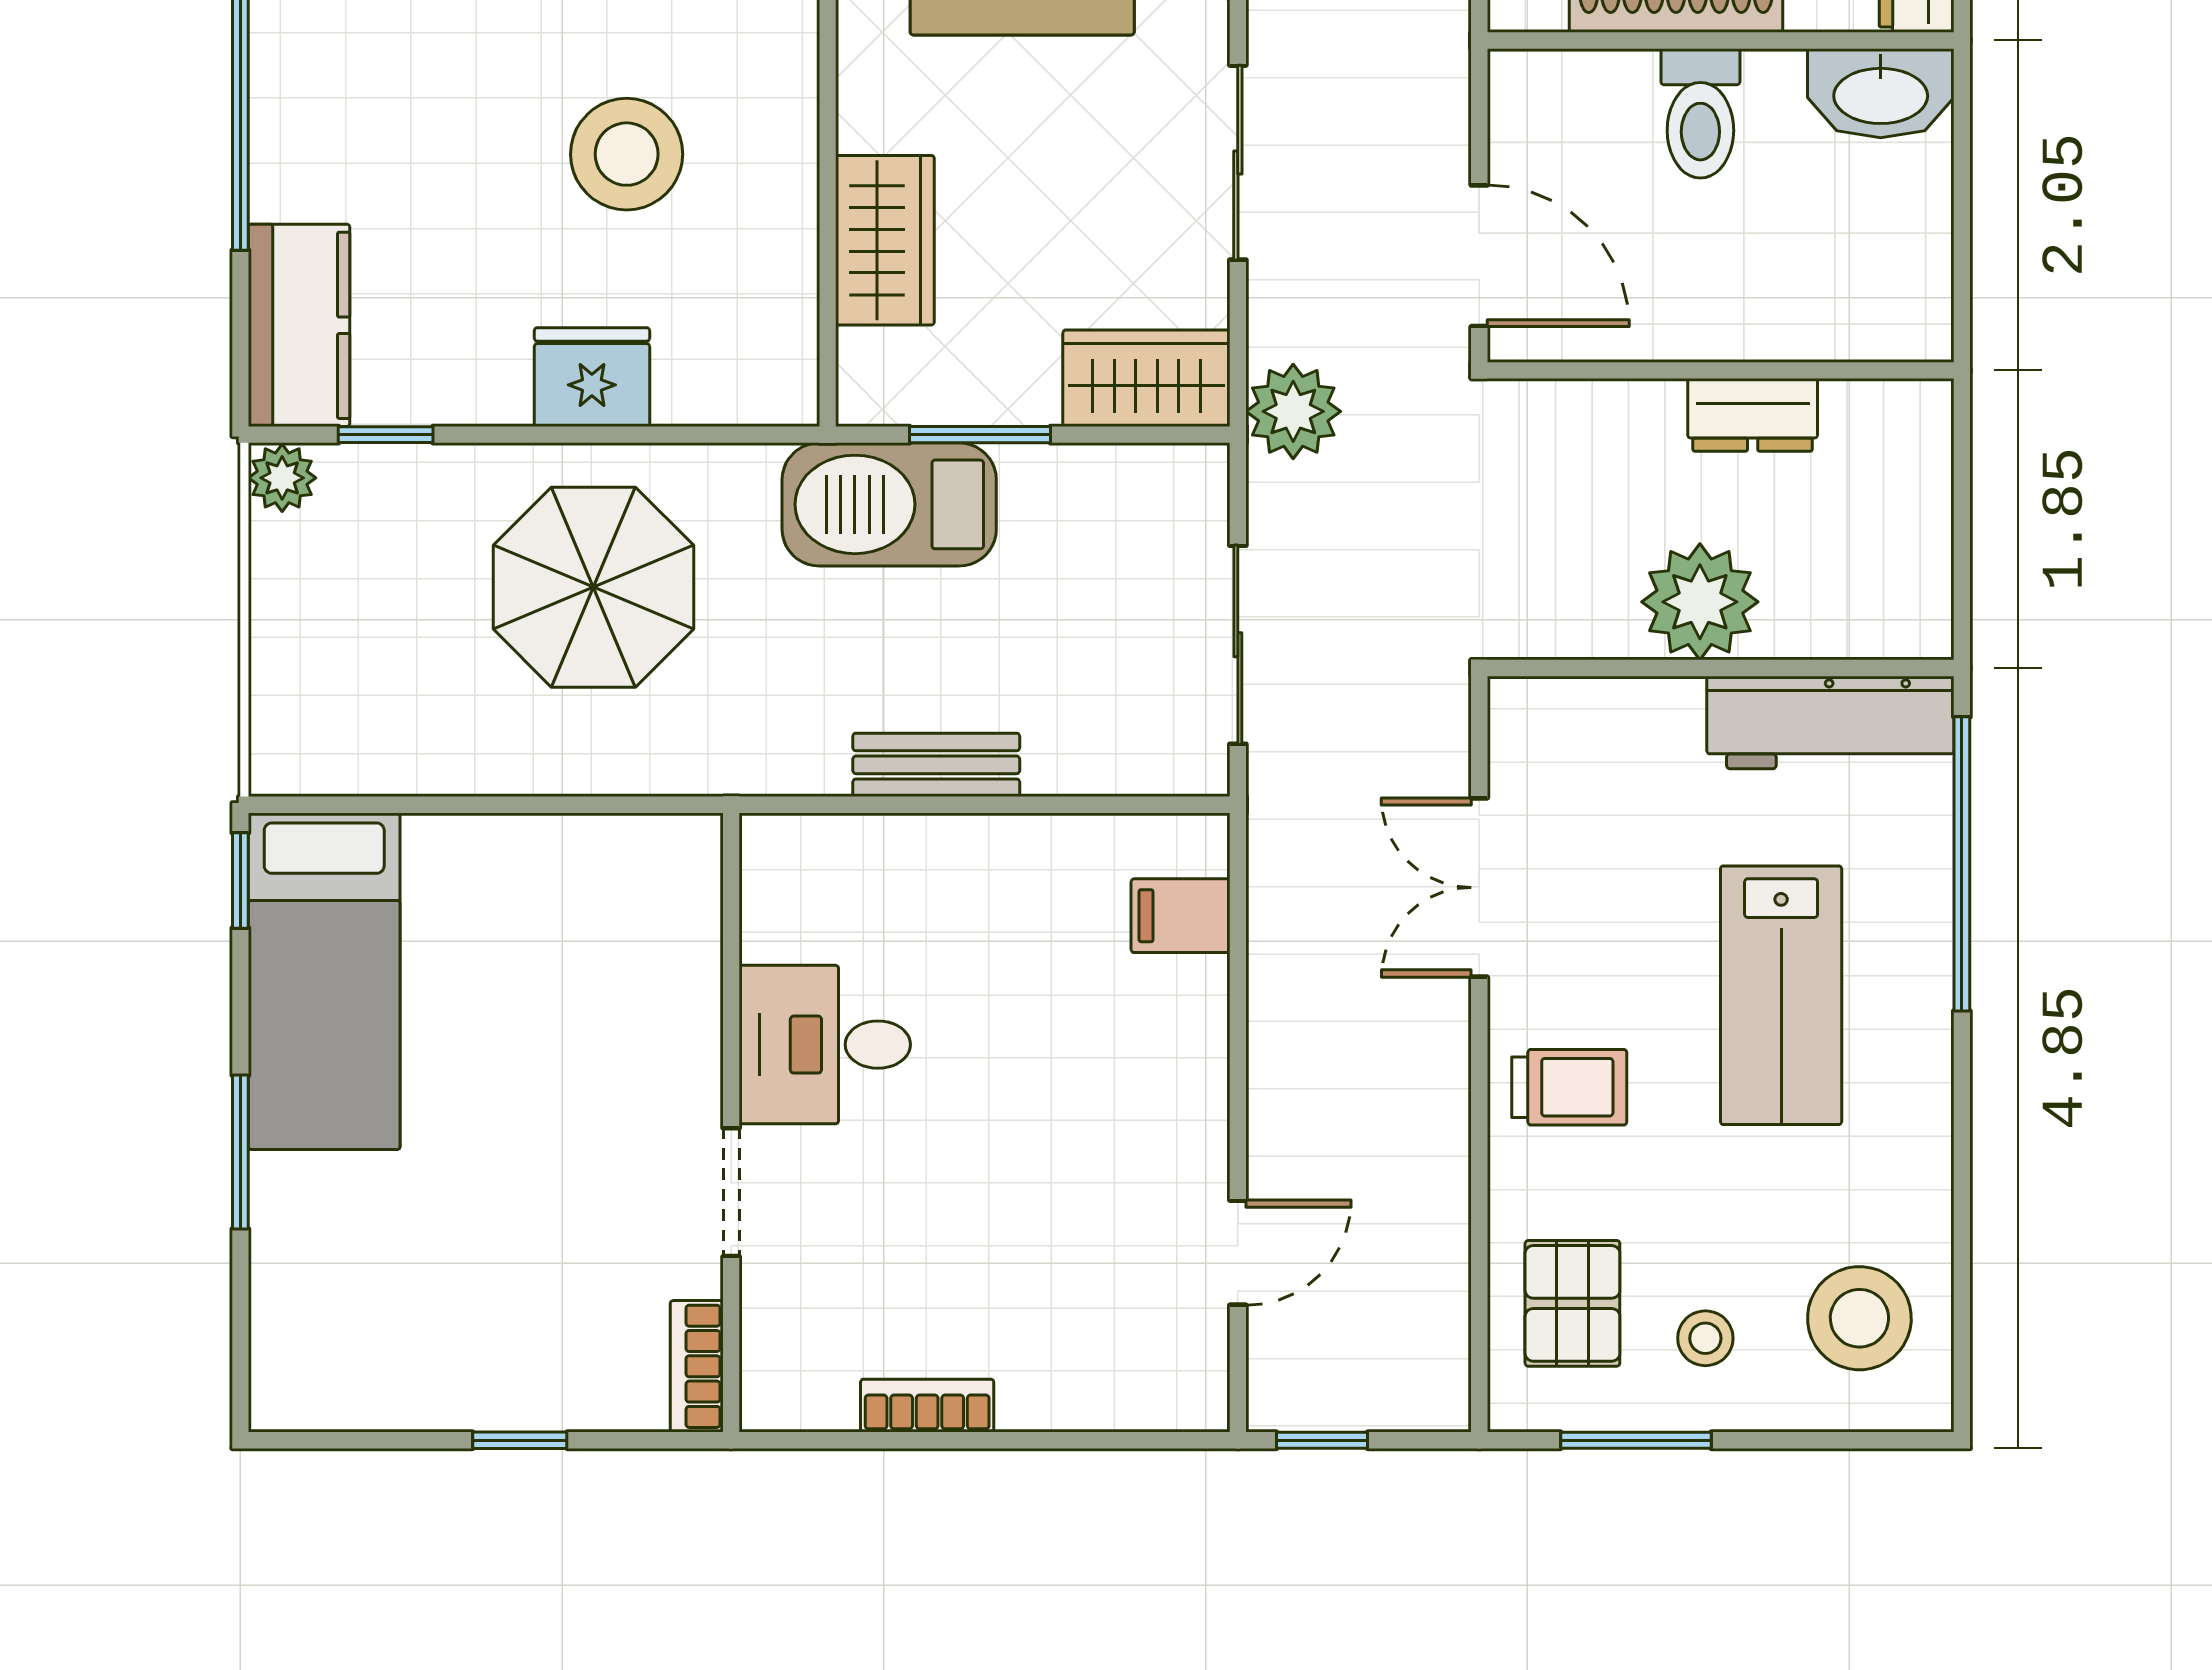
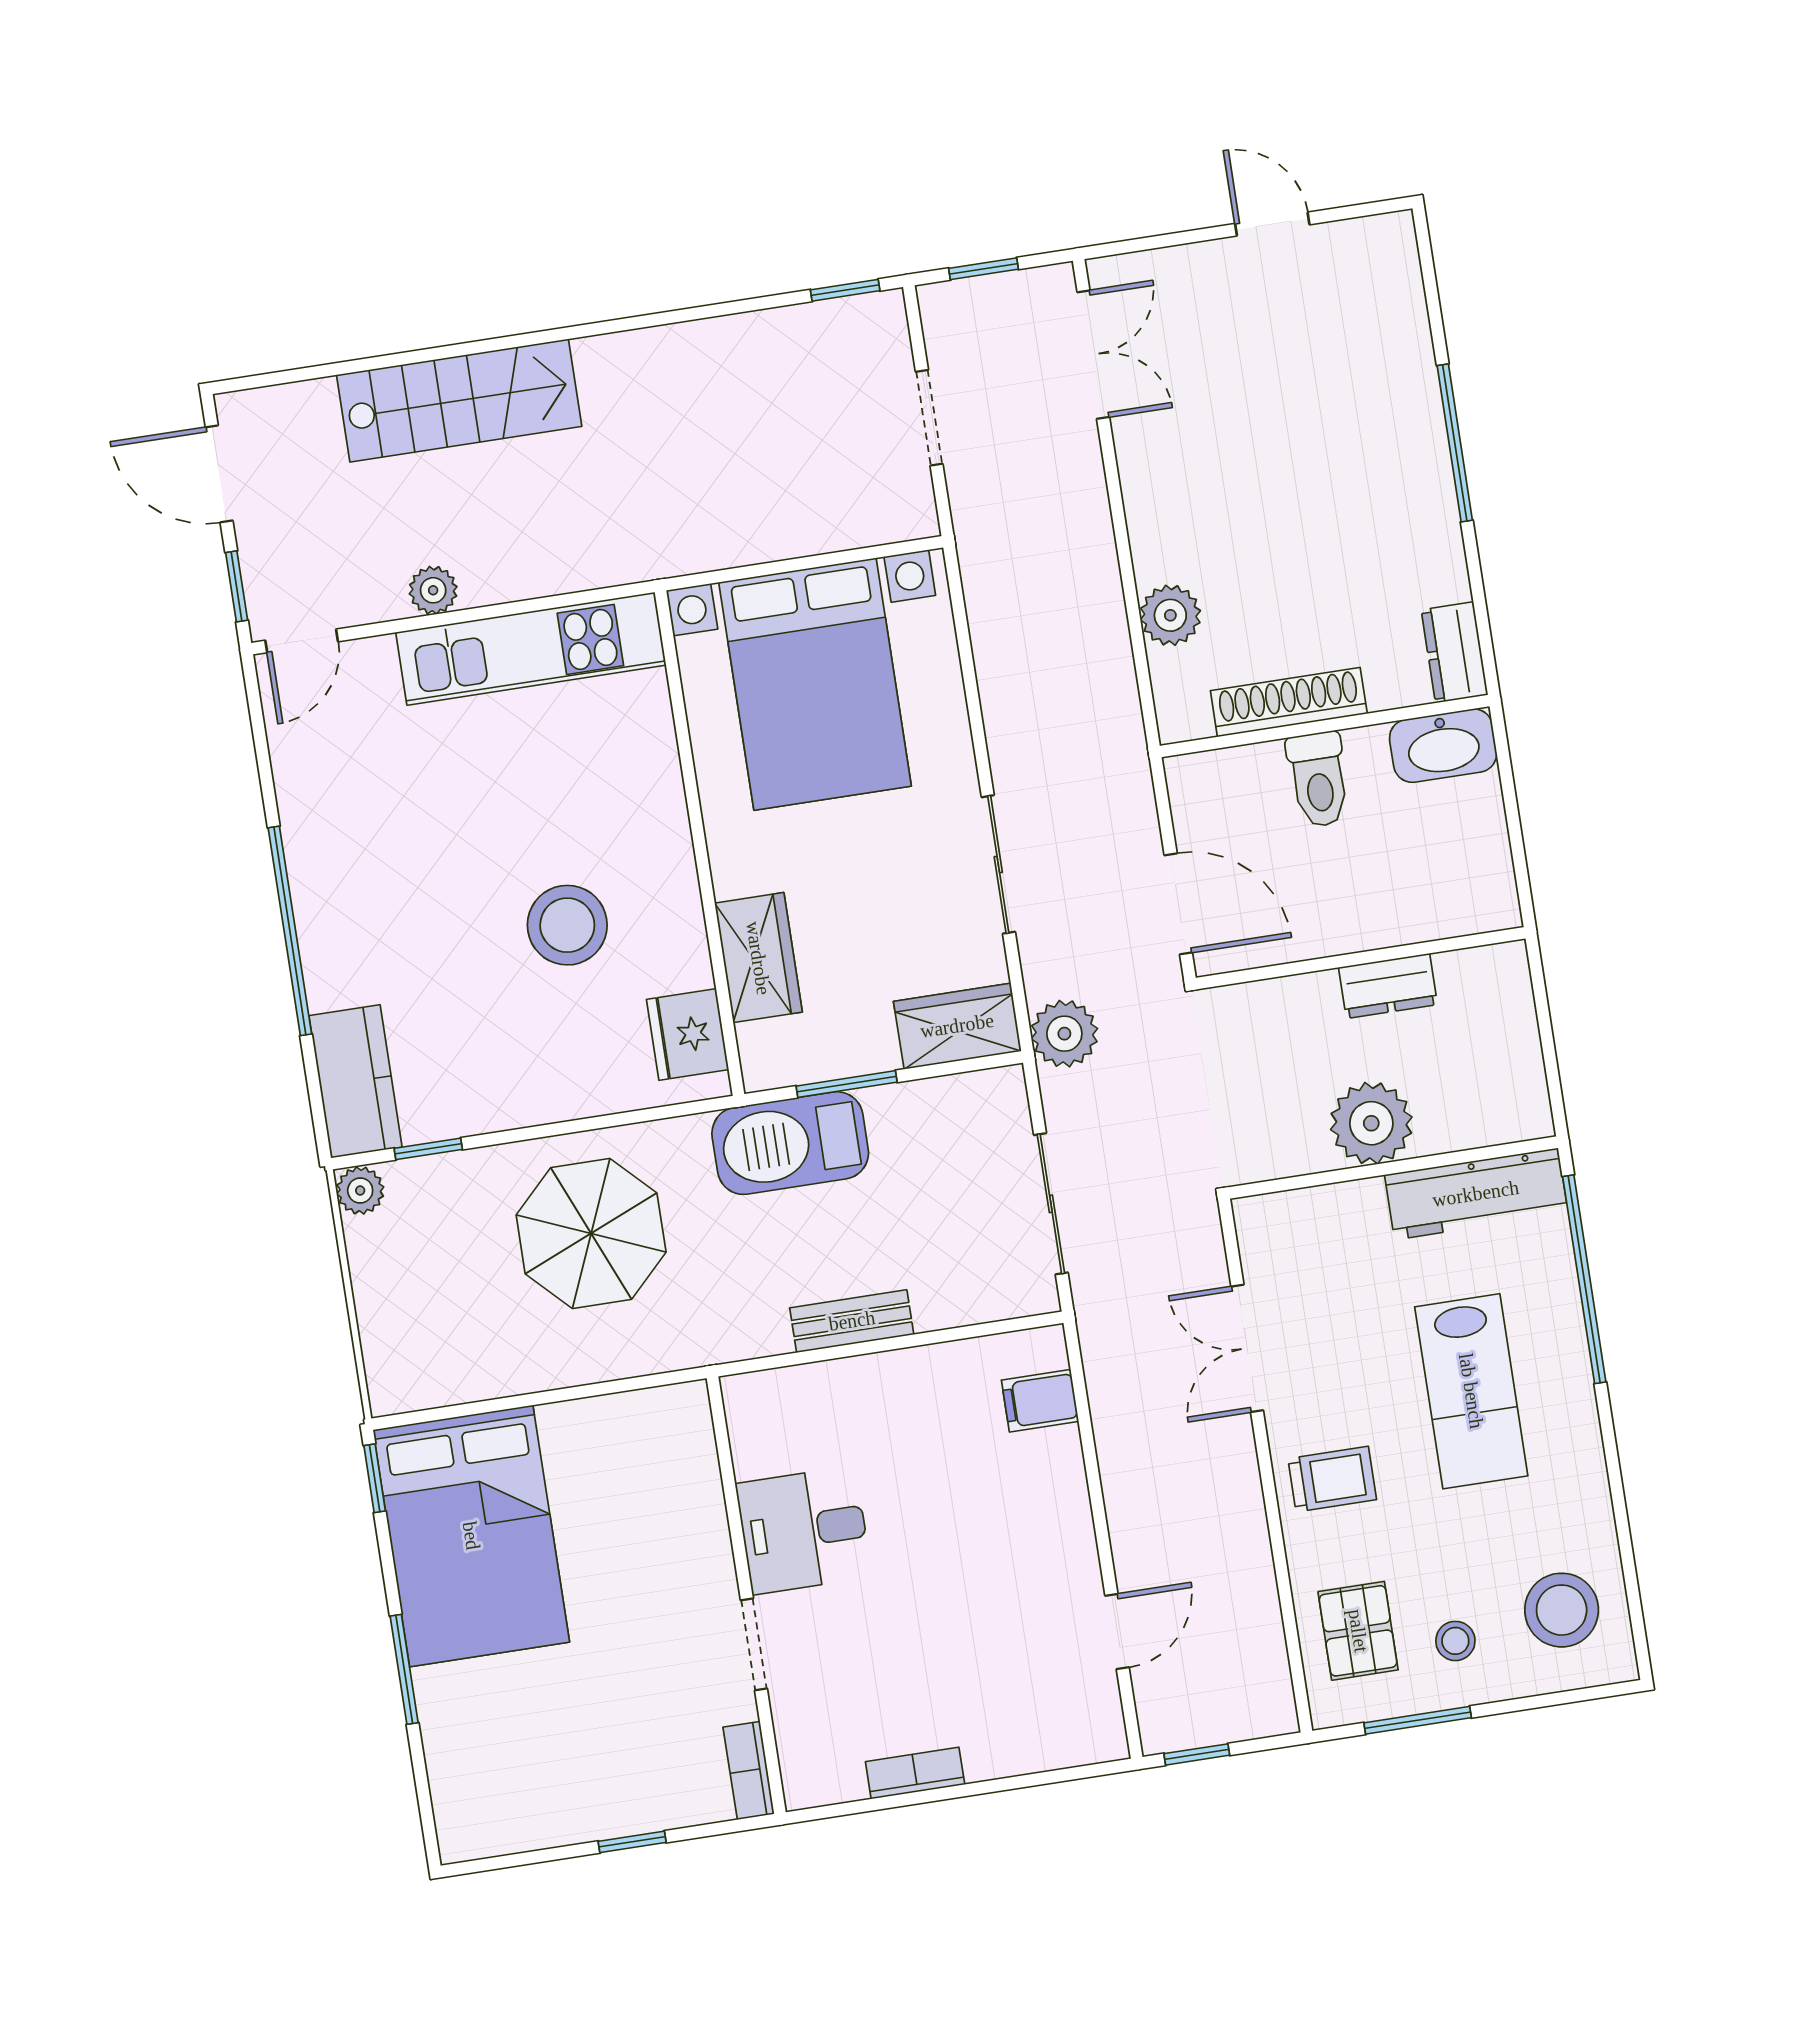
fridge: (592, 377) -> (688, 1035), moved, turned -90
bed: (324, 981) -> (471, 1536), width x1.50

